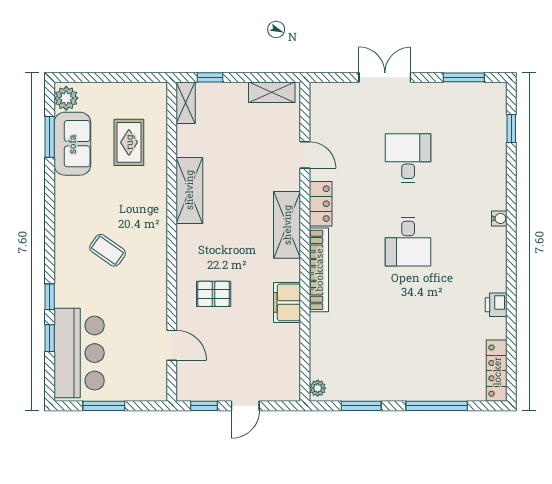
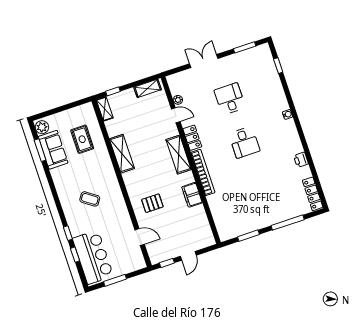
plant: (318, 388) -> (178, 100), moved

